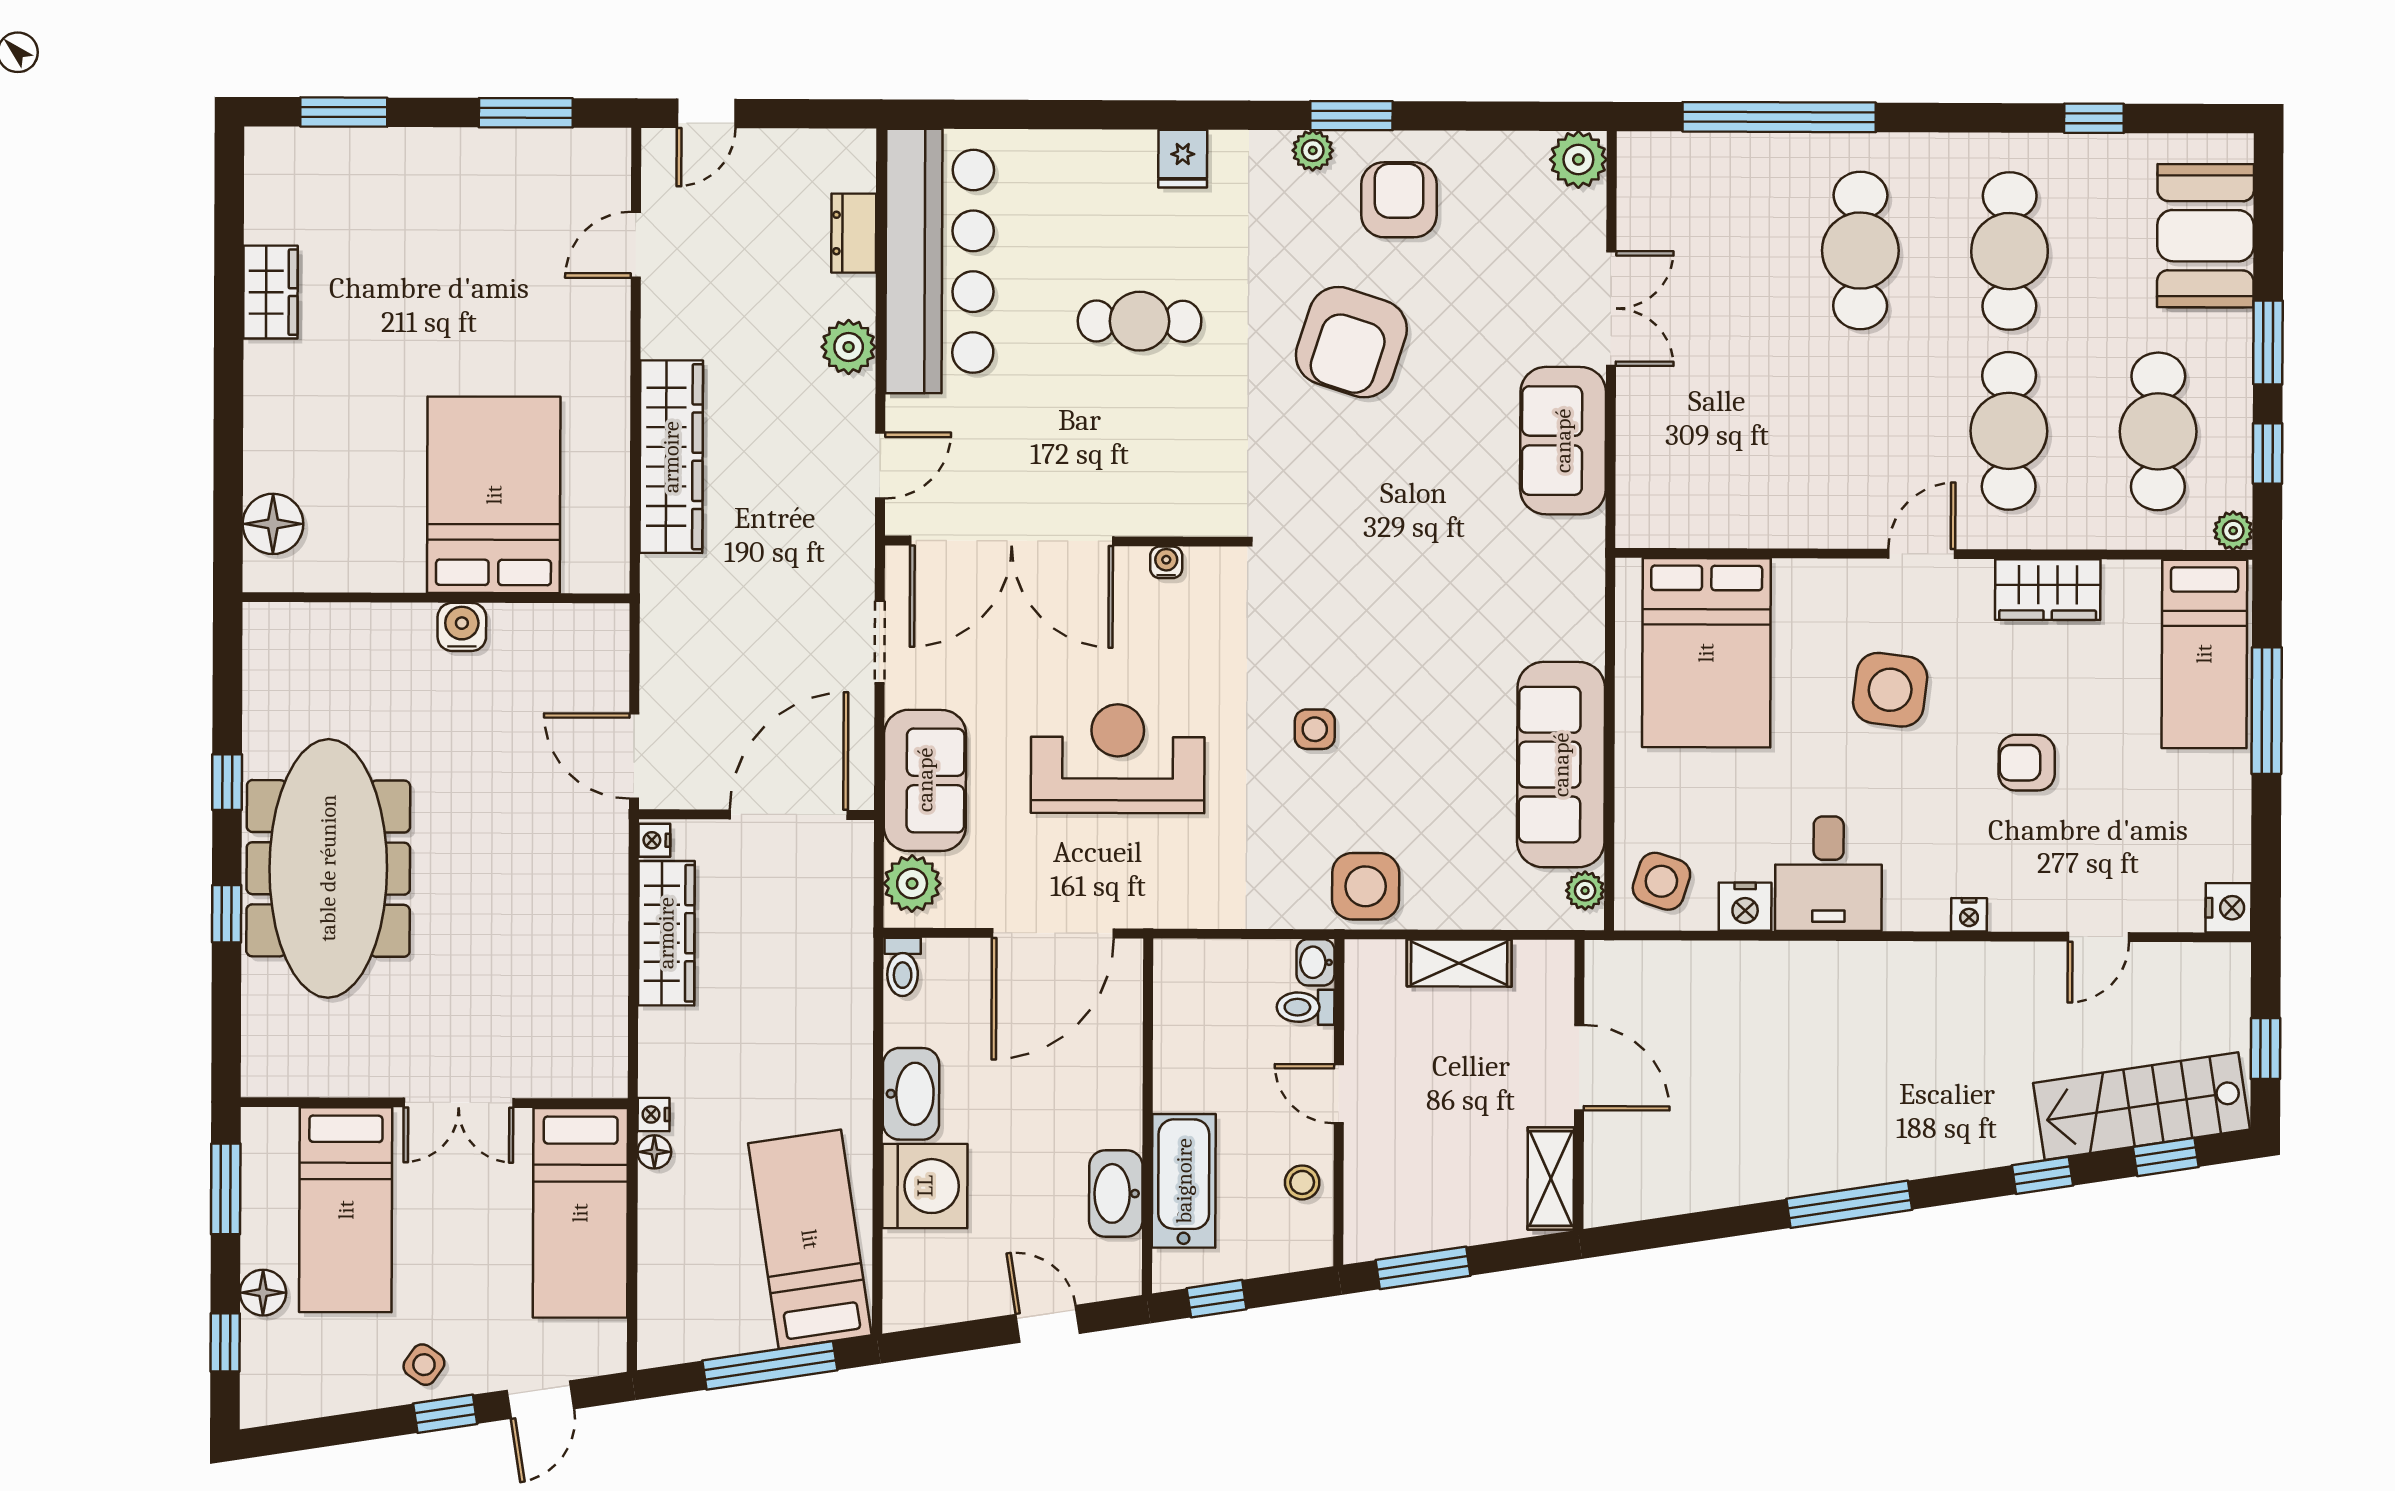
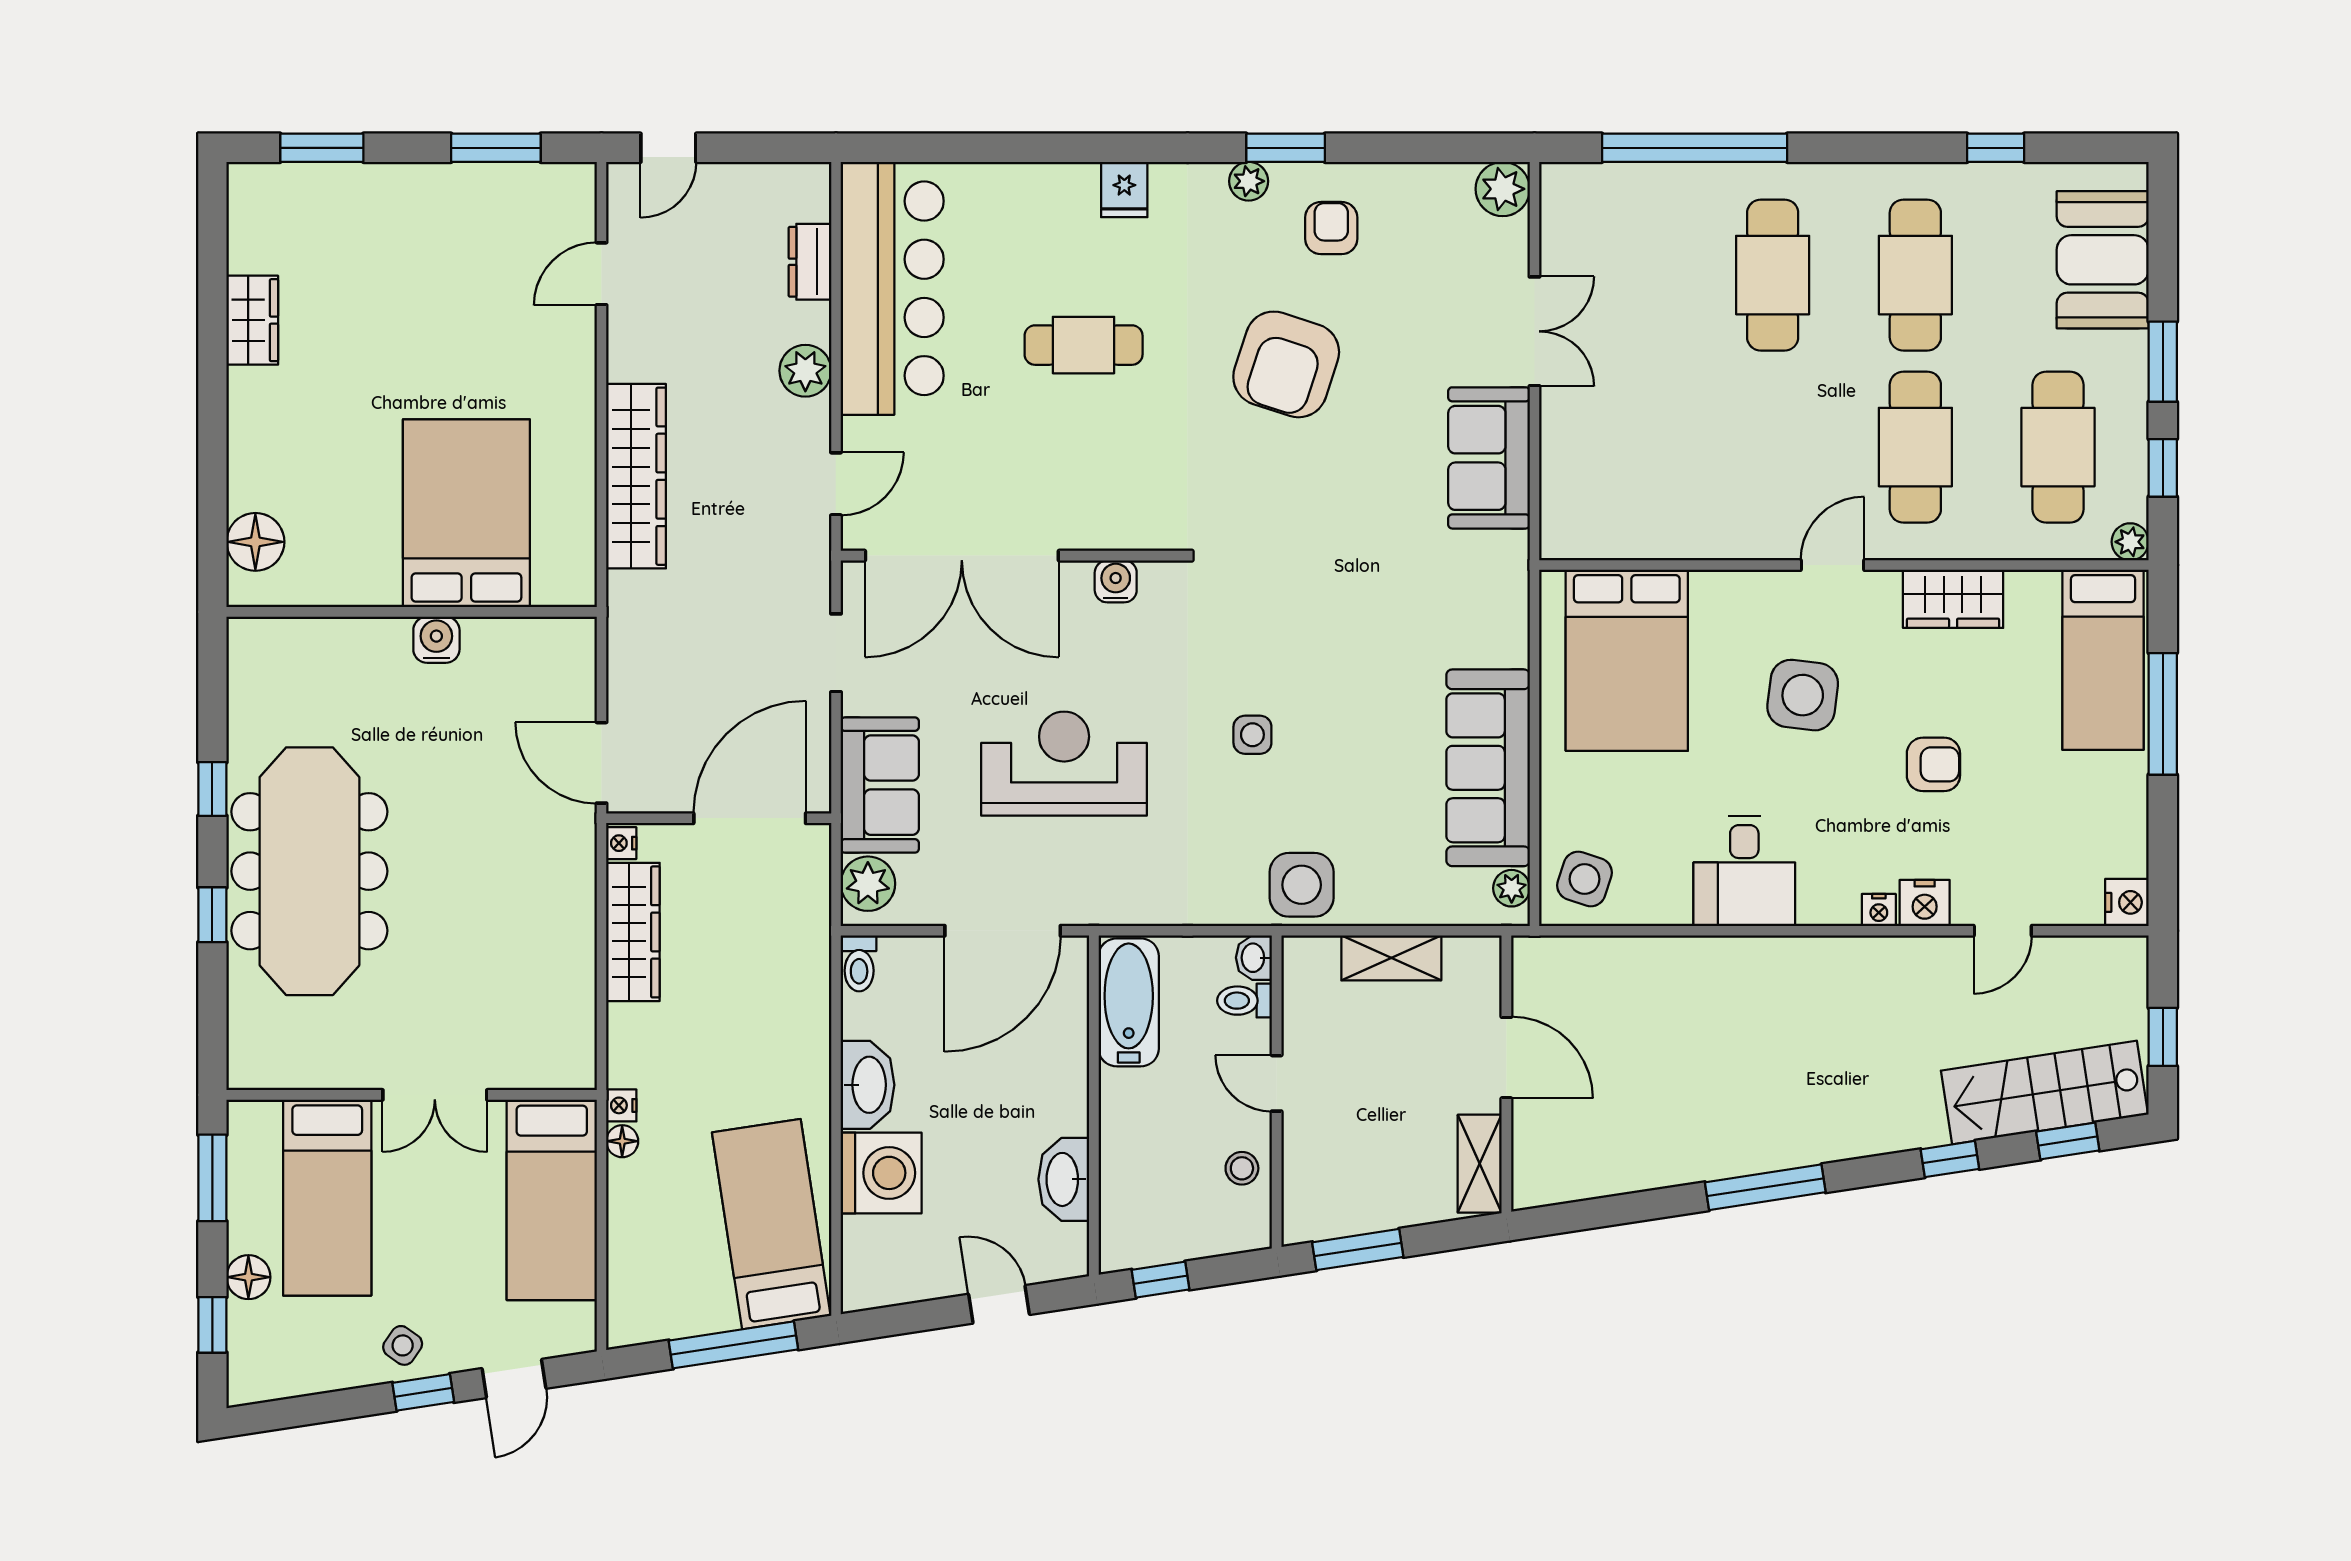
armchair: (1399, 200) -> (1331, 228), width x0.72, depth x0.72
water cooler: (1166, 562) -> (1116, 581), width x1.38, depth x1.38
armchair: (2027, 763) -> (1933, 764), turned 180
nightstand: (1745, 907) -> (1925, 903), moved
bathtub: (1184, 1181) -> (1129, 1002), moved

